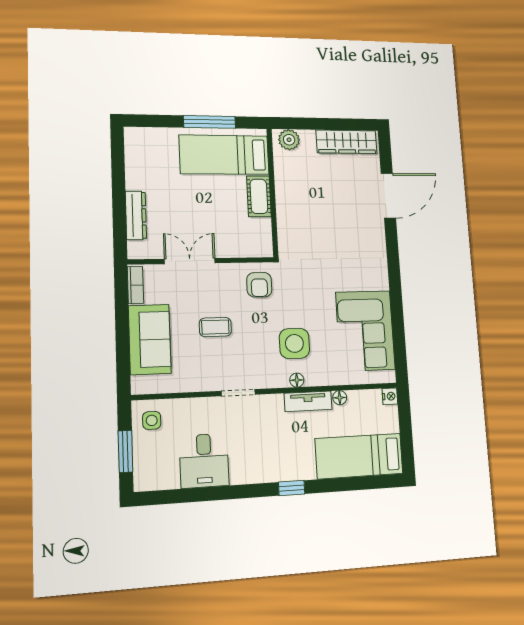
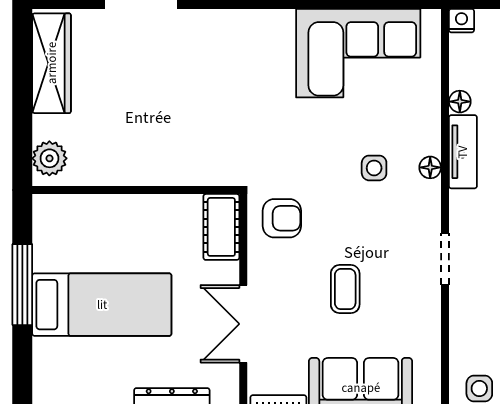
bed: (224, 155) -> (102, 305), moved, turned -90
cot: (259, 196) -> (221, 227), moved, turned 90
side table: (294, 343) -> (374, 168), width x0.54, depth x0.54

